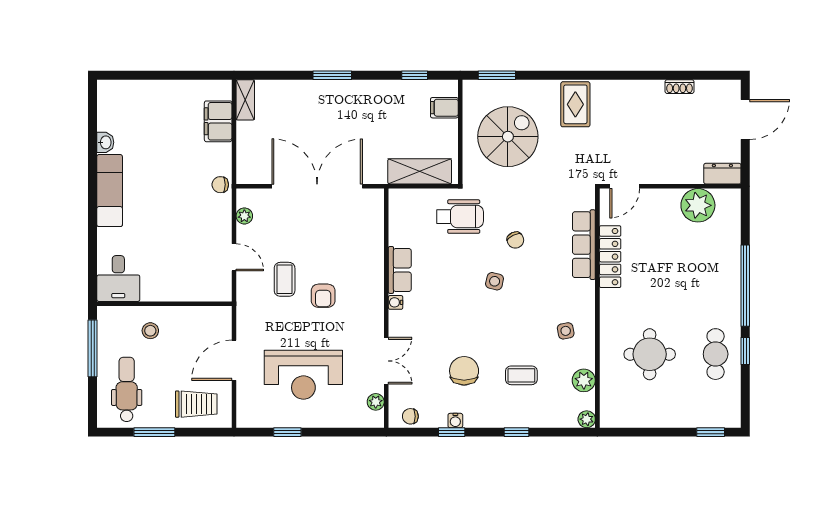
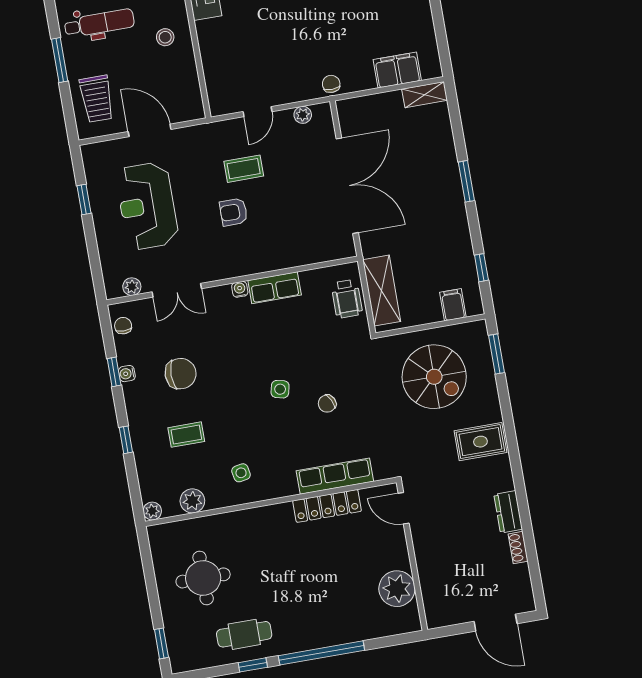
dresser: (722, 174) -> (508, 512), moved, turned 180
wheelchair: (460, 217) -> (347, 299), moved, width x0.73, depth x0.73
round table: (650, 354) -> (203, 578), moved
coffee table: (521, 375) -> (186, 435), turned 90

